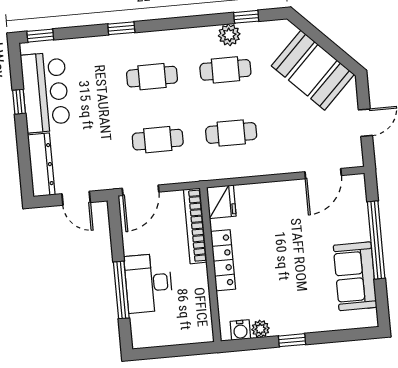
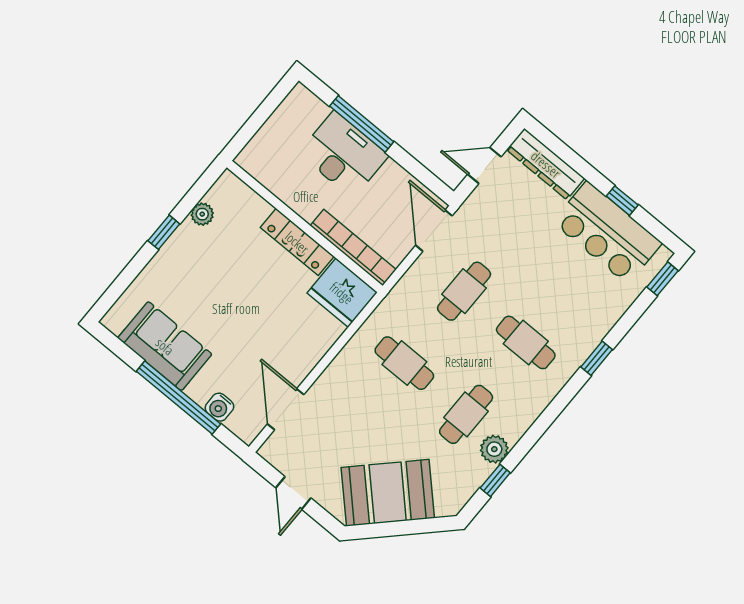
cafe table: (152, 77) -> (526, 342), turned 90
cafe table: (231, 133) -> (404, 363), turned 90
fridge: (221, 202) -> (342, 293), width x1.36, depth x1.34
water cooler: (240, 330) -> (219, 407), moved, turned -90

